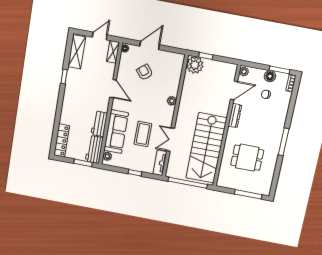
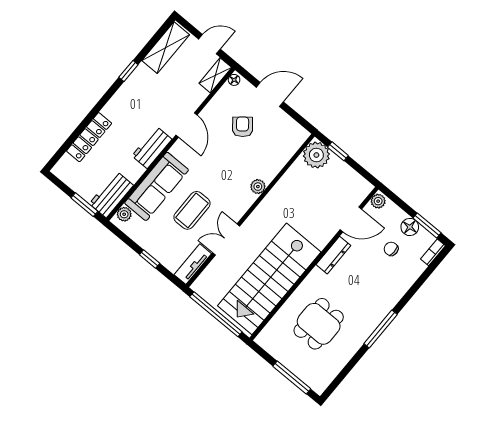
workbench: (99, 124) -> (152, 148), moved
locker: (62, 140) -> (89, 137), moved
dining table: (247, 158) -> (319, 324), turned 90

